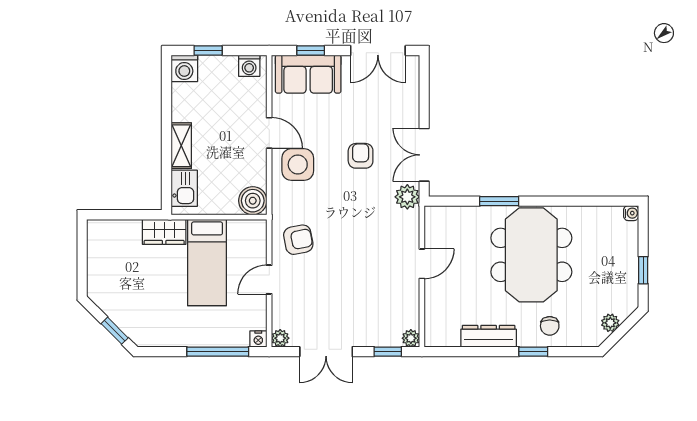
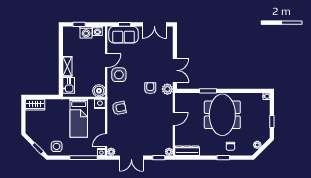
washing machine: (184, 68) -> (86, 32), moved
door: (269, 133) -> (106, 61), hinge flipped
double door: (424, 155) -> (175, 70), swing flipped
armchair: (361, 156) -> (150, 88), moved
nightstand: (255, 230) -> (100, 104), added
wardrobe: (164, 232) -> (35, 105), moved
door: (269, 279) -> (106, 140), moved
side table: (157, 326) -> (57, 146), added
dresser: (489, 336) -> (187, 151), moved

